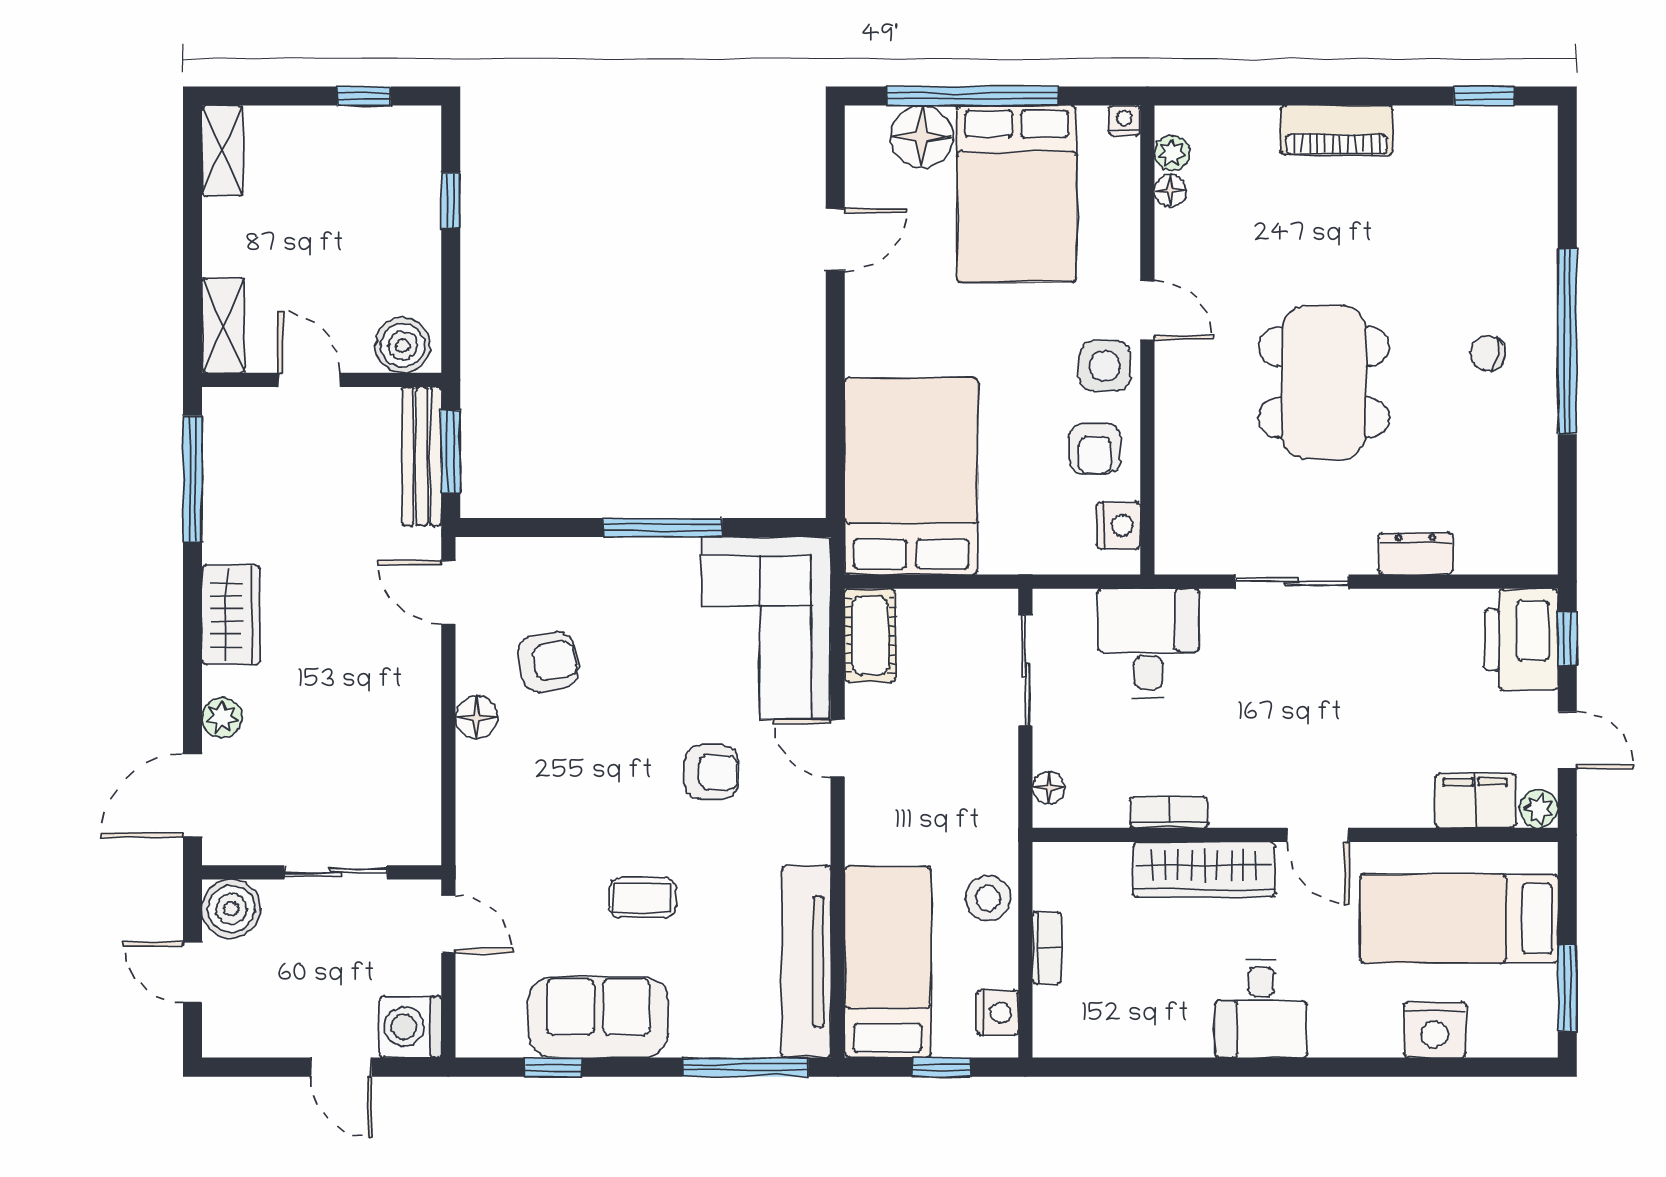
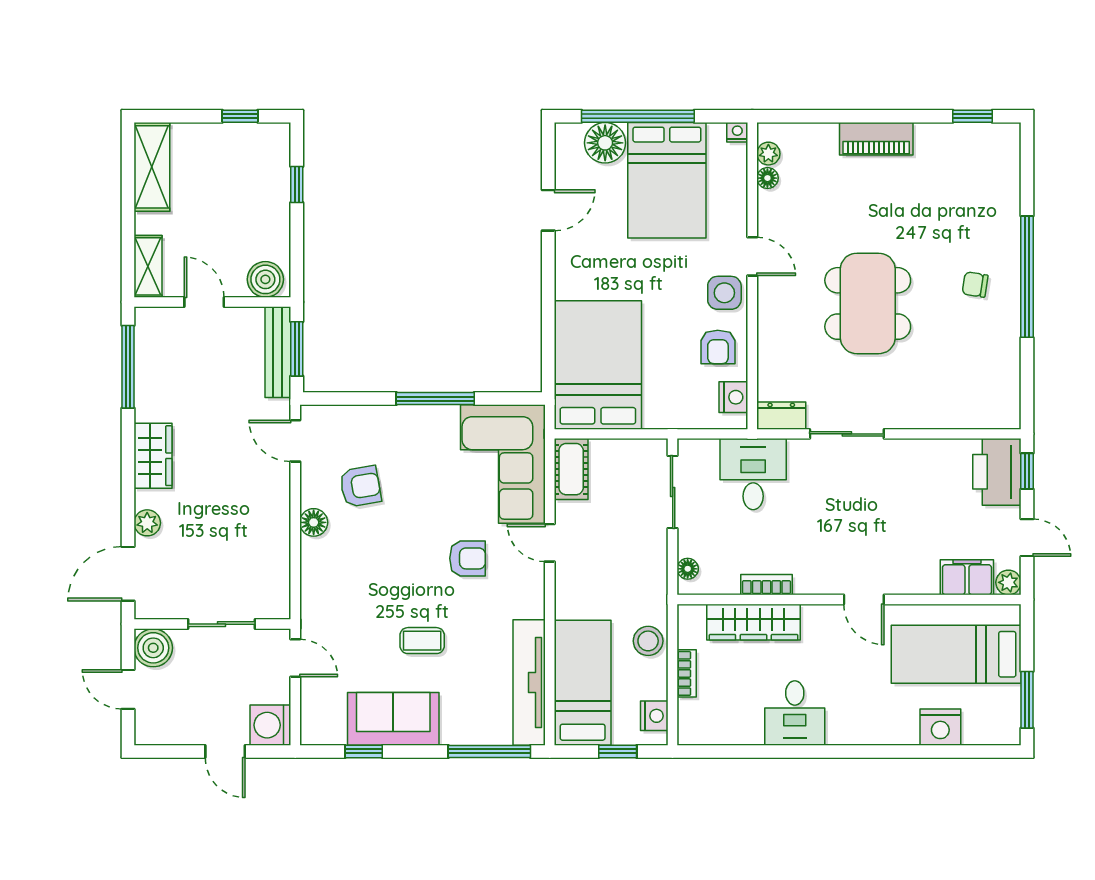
shelving: (222, 151) -> (152, 167), width x1.50, depth x1.33
dresser: (1415, 554) -> (781, 416), moved
wardrobe: (1204, 869) -> (753, 622), moved
desk: (1261, 1008) -> (795, 713), moved

